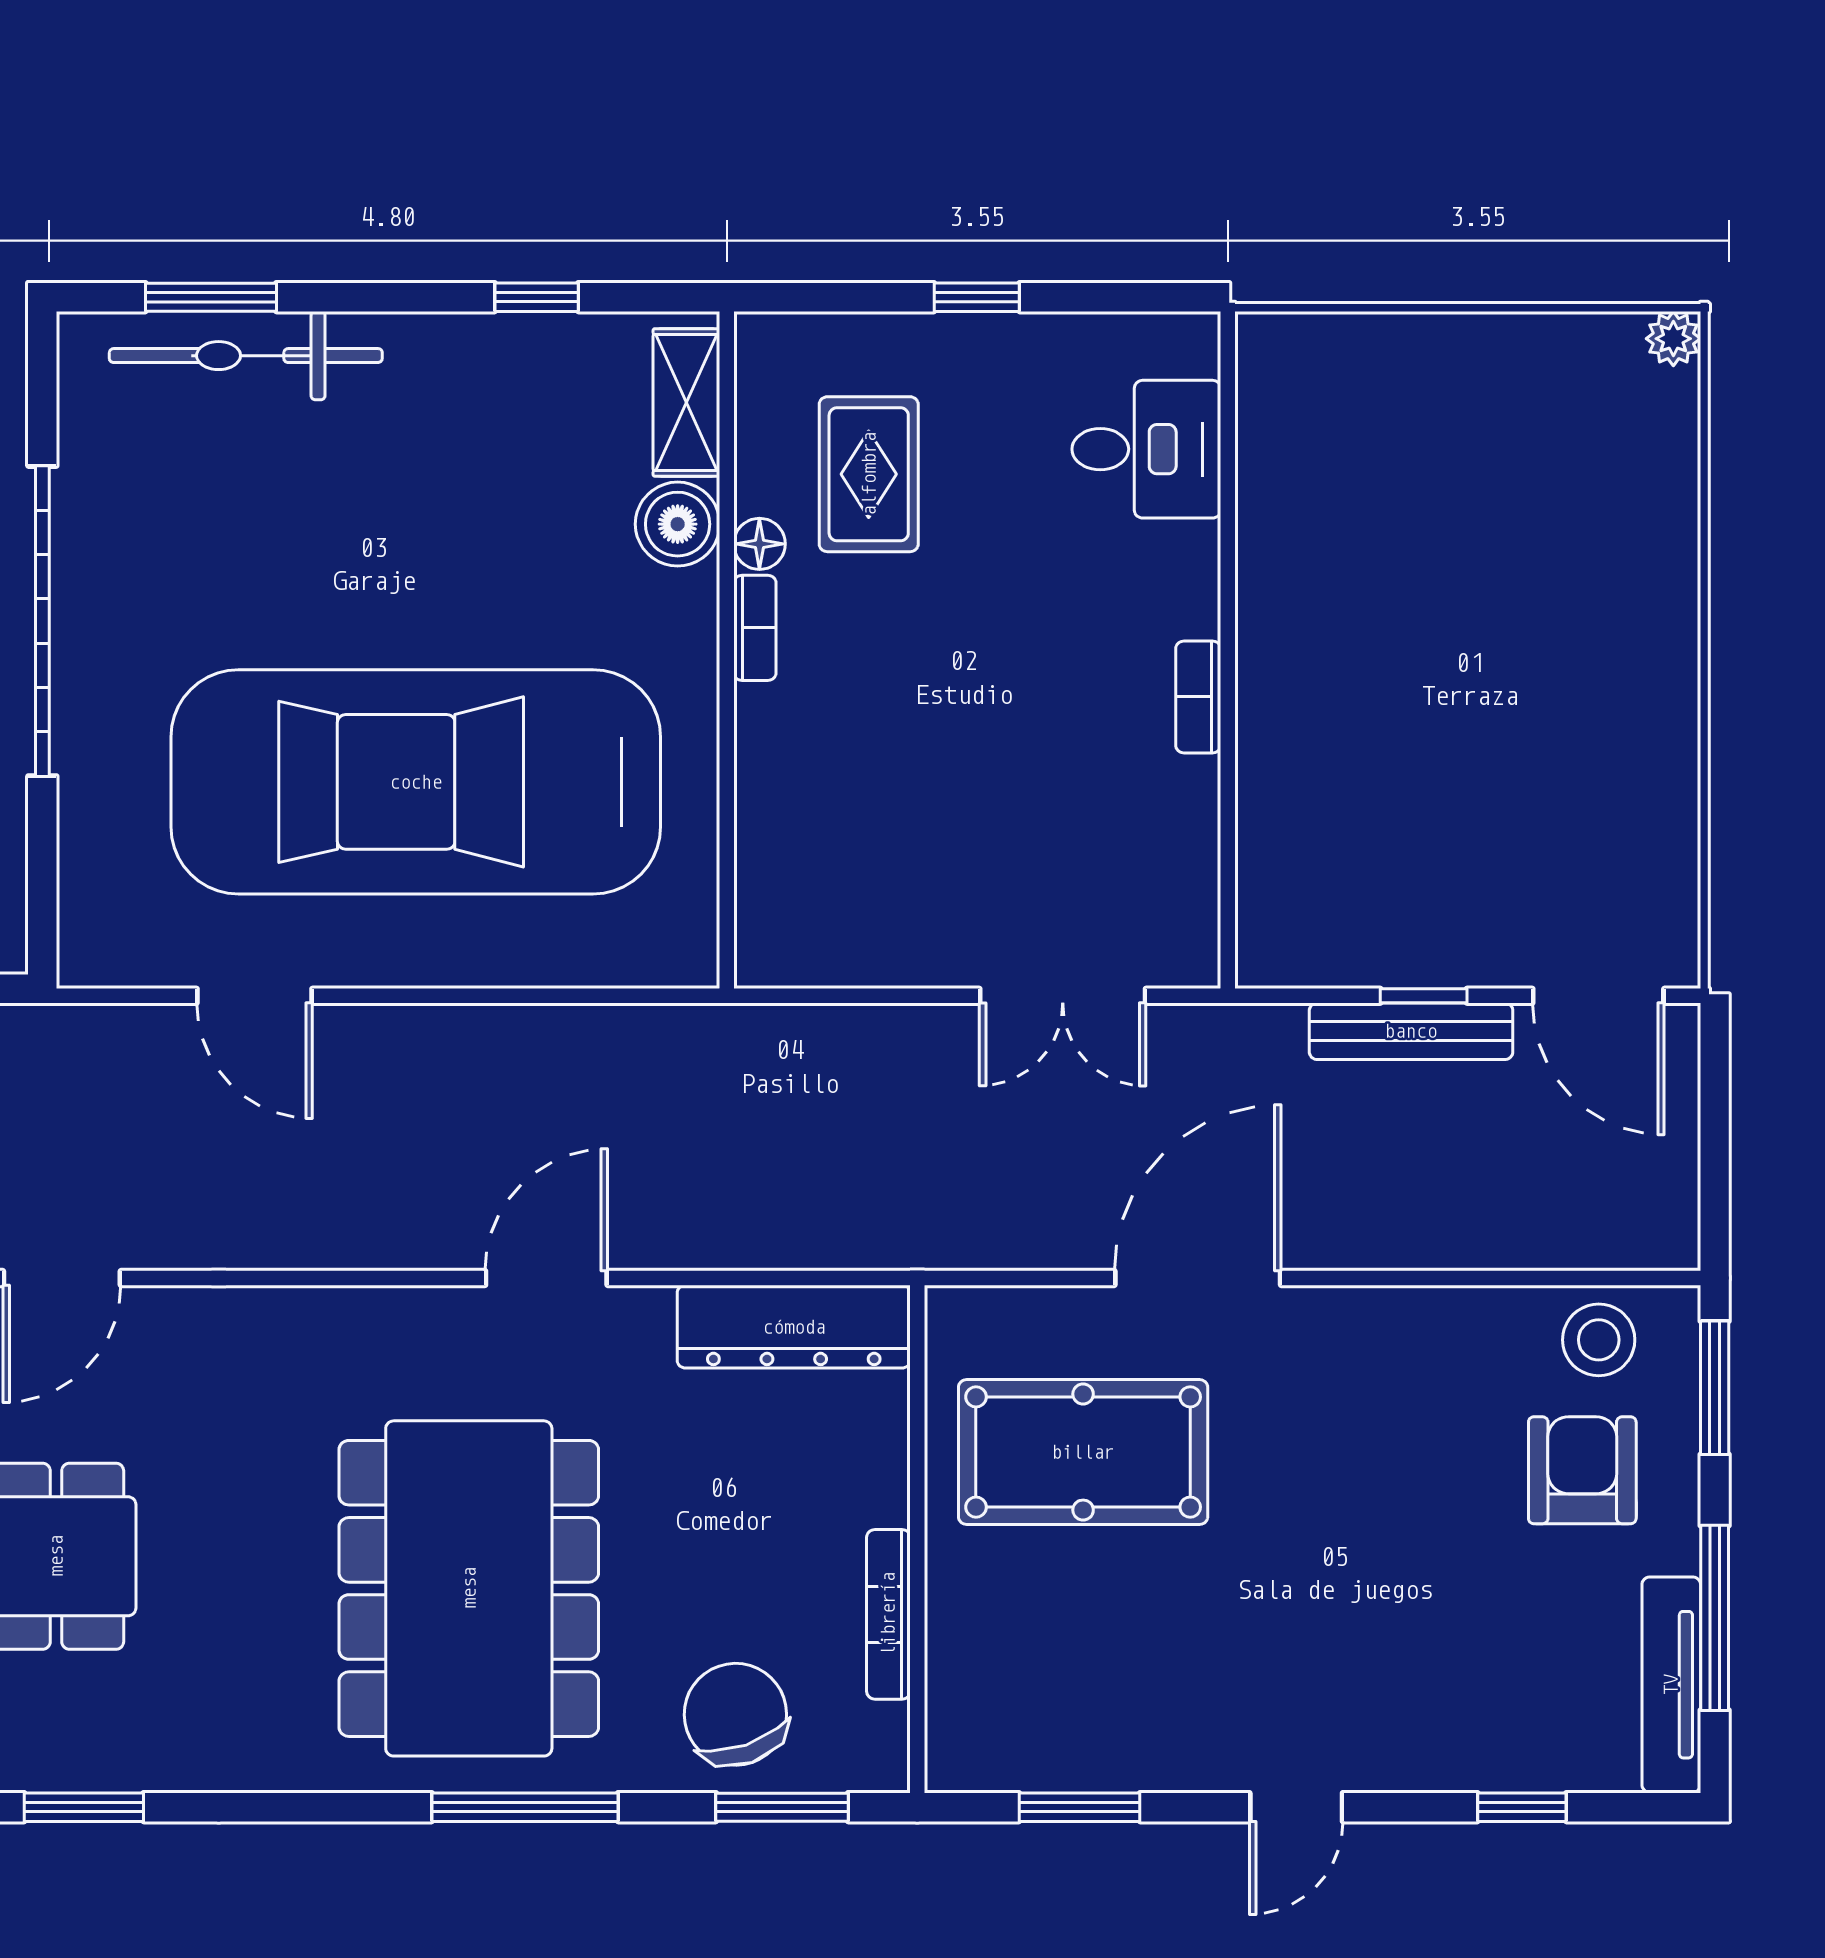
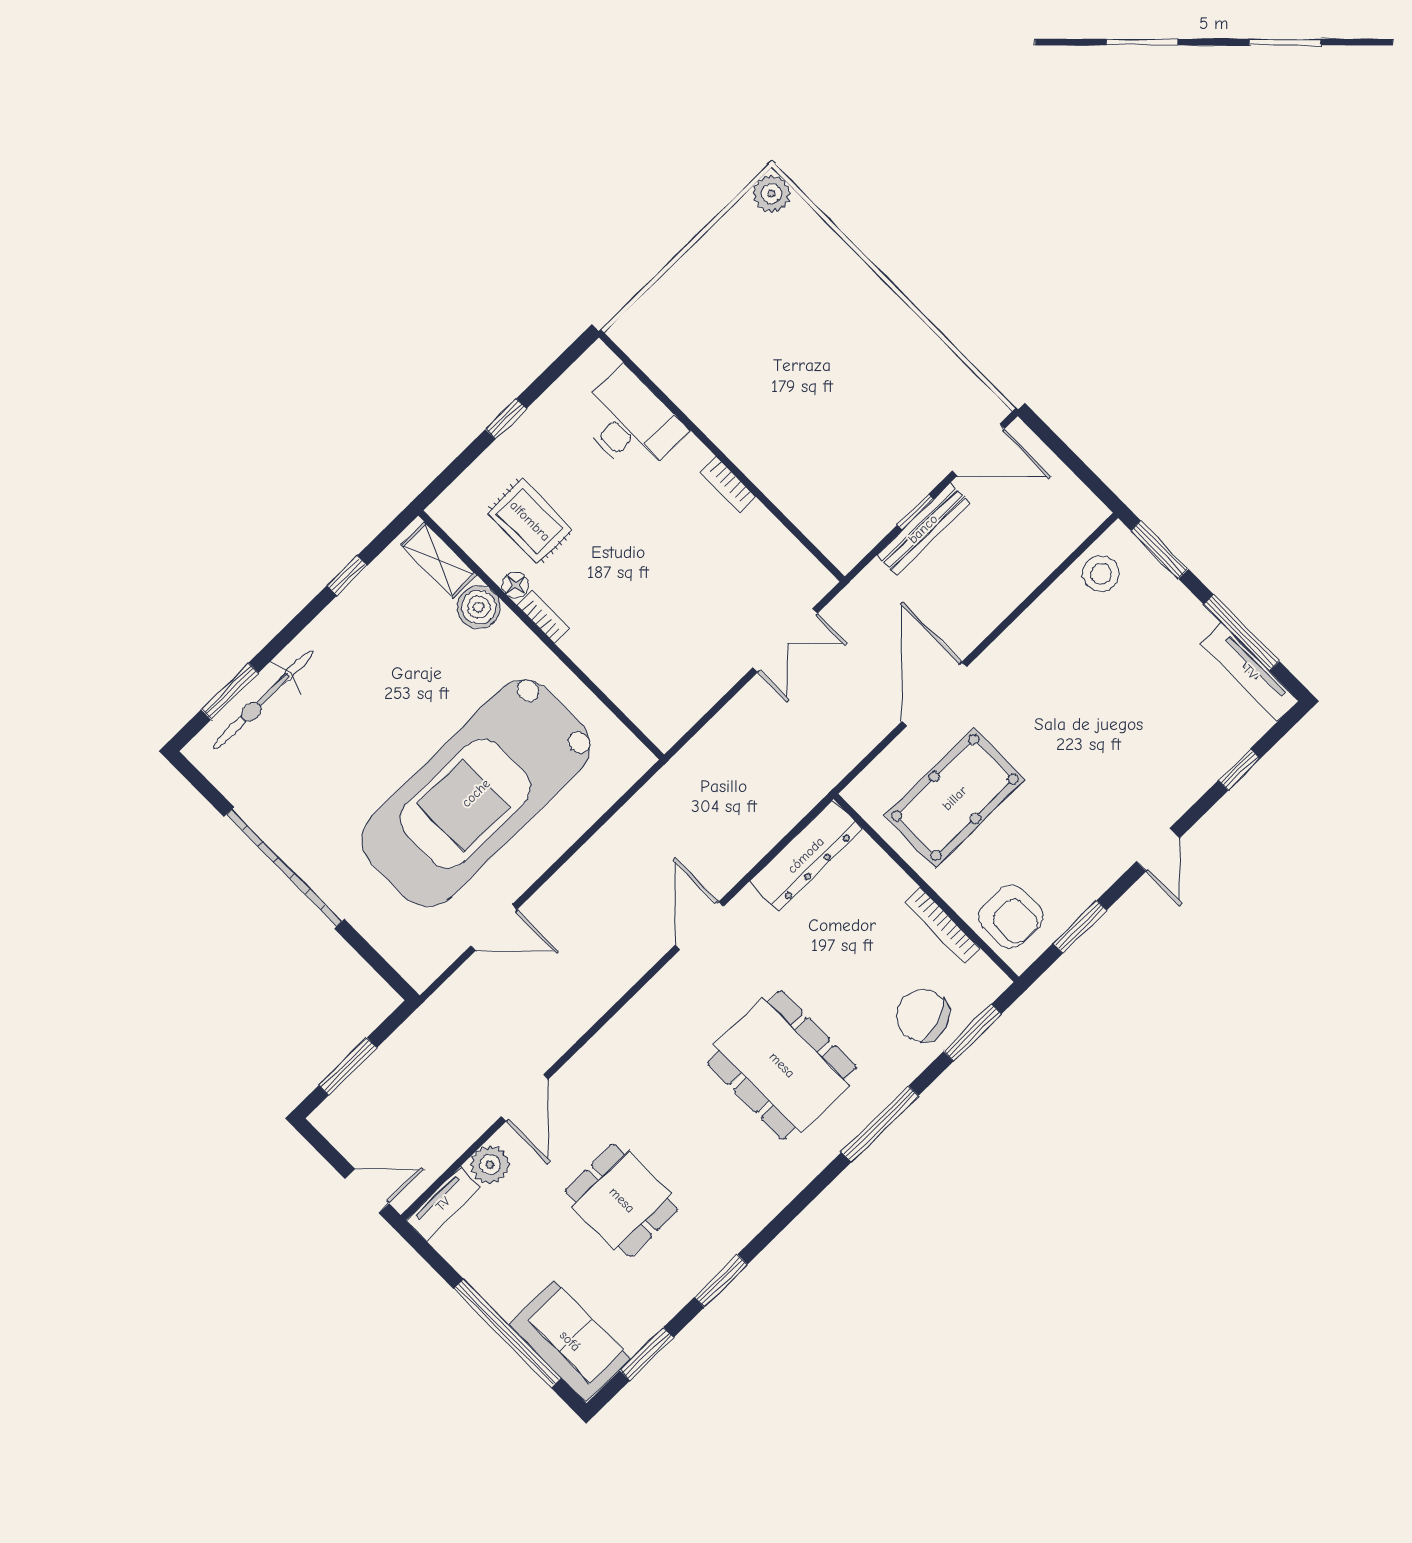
plant: (1673, 339) -> (772, 194), width x1.38, depth x1.38
desk: (1146, 449) -> (630, 423), width x1.37
armchair: (1582, 1470) -> (1011, 917), moved, turned 180
dining table: (469, 1588) -> (782, 1065), width x0.73, depth x0.80

